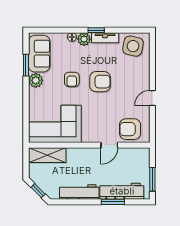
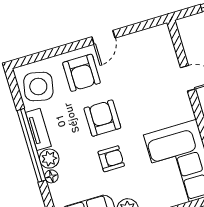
window: (96, 30) -> (31, 145), width x3.17
door: (152, 98) -> (103, 37), hinge flipped
armchair: (130, 129) -> (81, 73), moved

